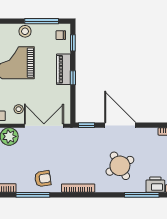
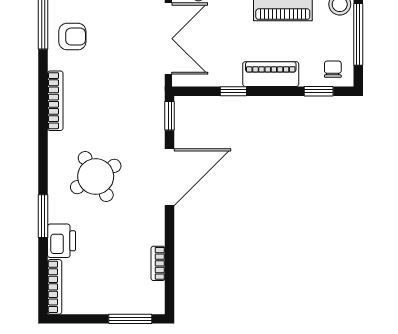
window: (73, 78) -> (233, 91), moved
armchair: (43, 179) -> (72, 37), turned -81
window: (142, 195) -> (43, 216), width x0.69

